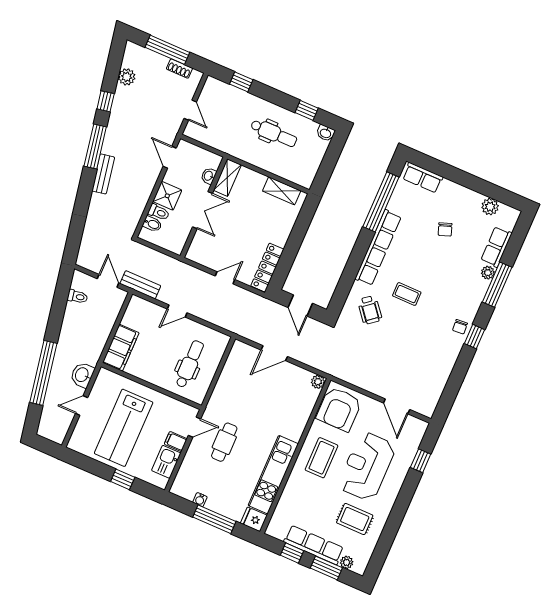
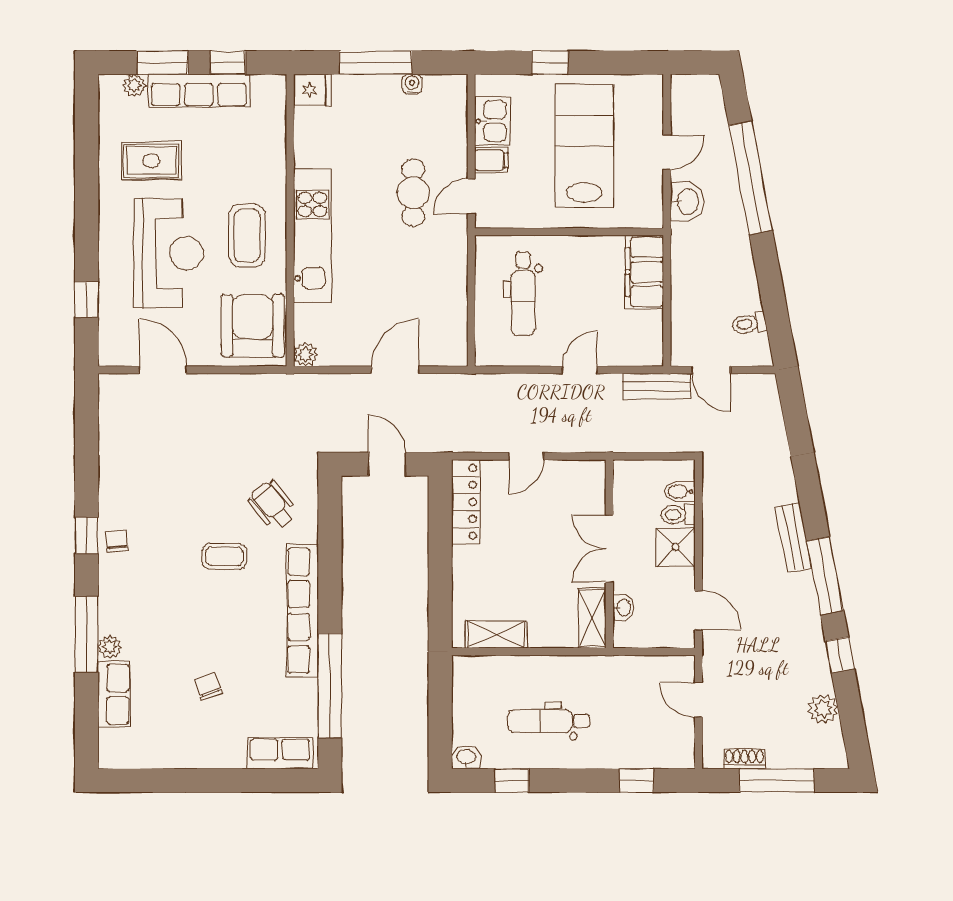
plant: (490, 207) -> (152, 754), removed
kitchen unit: (273, 475) -> (312, 235), moved

